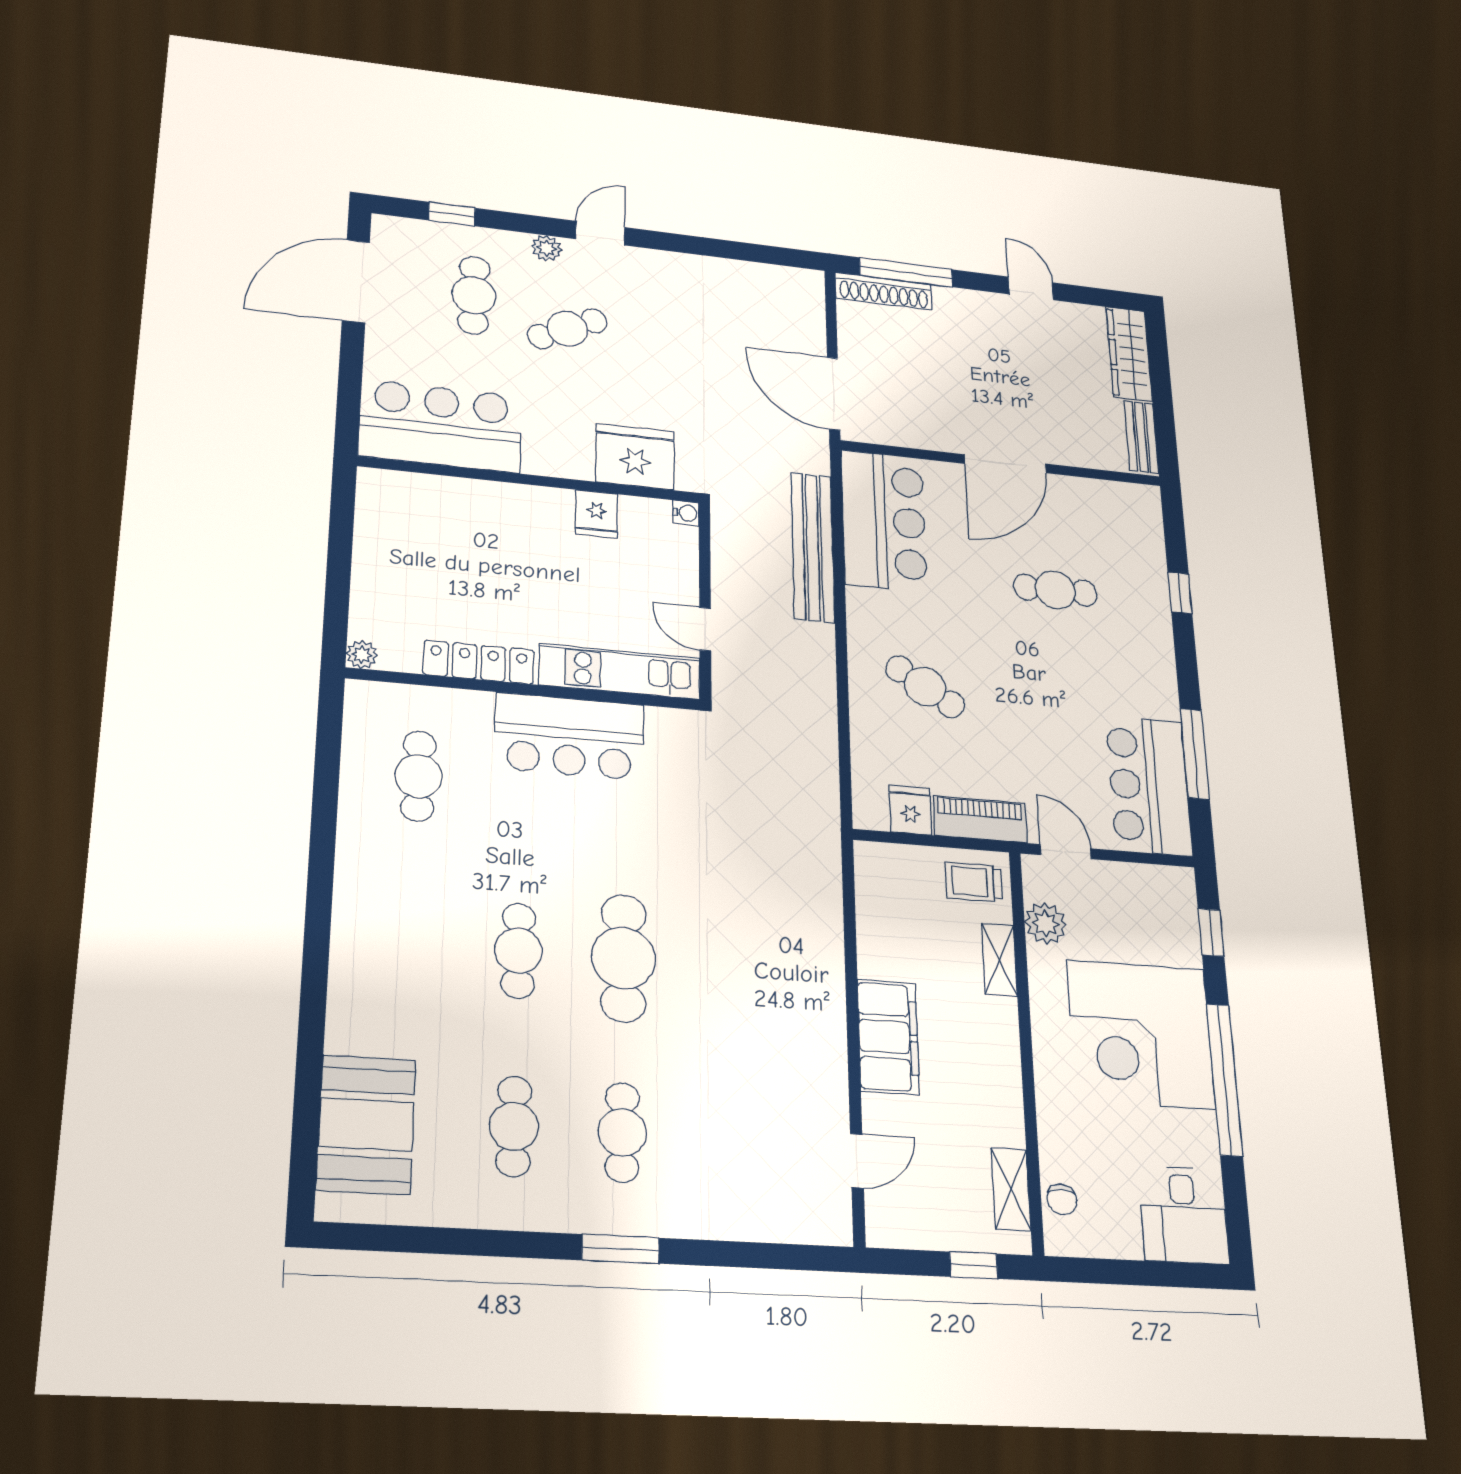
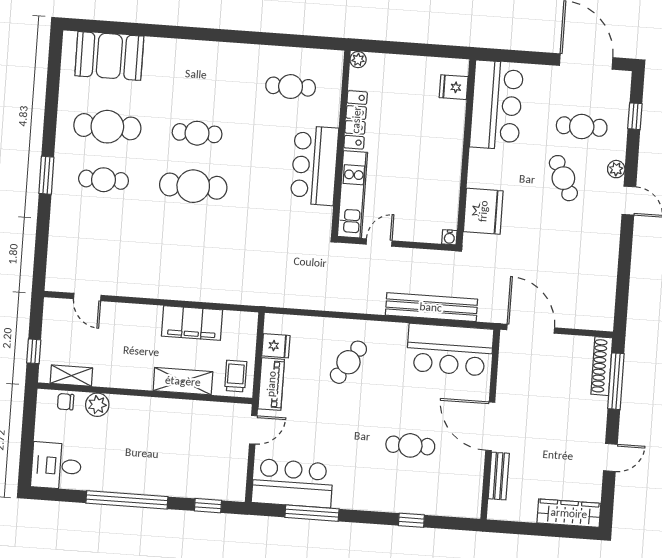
door: (834, 393) -> (531, 329), hinge flipped
bench: (1141, 437) -> (499, 476), moved, turned 90
fridge: (596, 514) -> (454, 87), moved
cafe table: (1055, 590) -> (410, 445), turned 90
plant: (1046, 924) -> (97, 405), moved
shelving: (999, 960) -> (183, 381), width x1.50, depth x1.33
corner desk: (1141, 1034) -> (152, 457), removed
filing cabinet: (888, 1037) -> (192, 323), moved
cafe table: (514, 1126) -> (107, 127), width x1.37, depth x1.35

